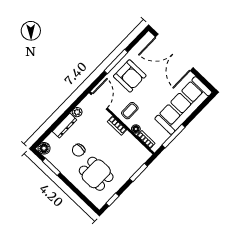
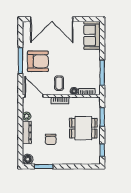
sofa: (183, 106) -> (92, 35), width x0.54, depth x0.79
dining table: (96, 174) -> (83, 128), moved

